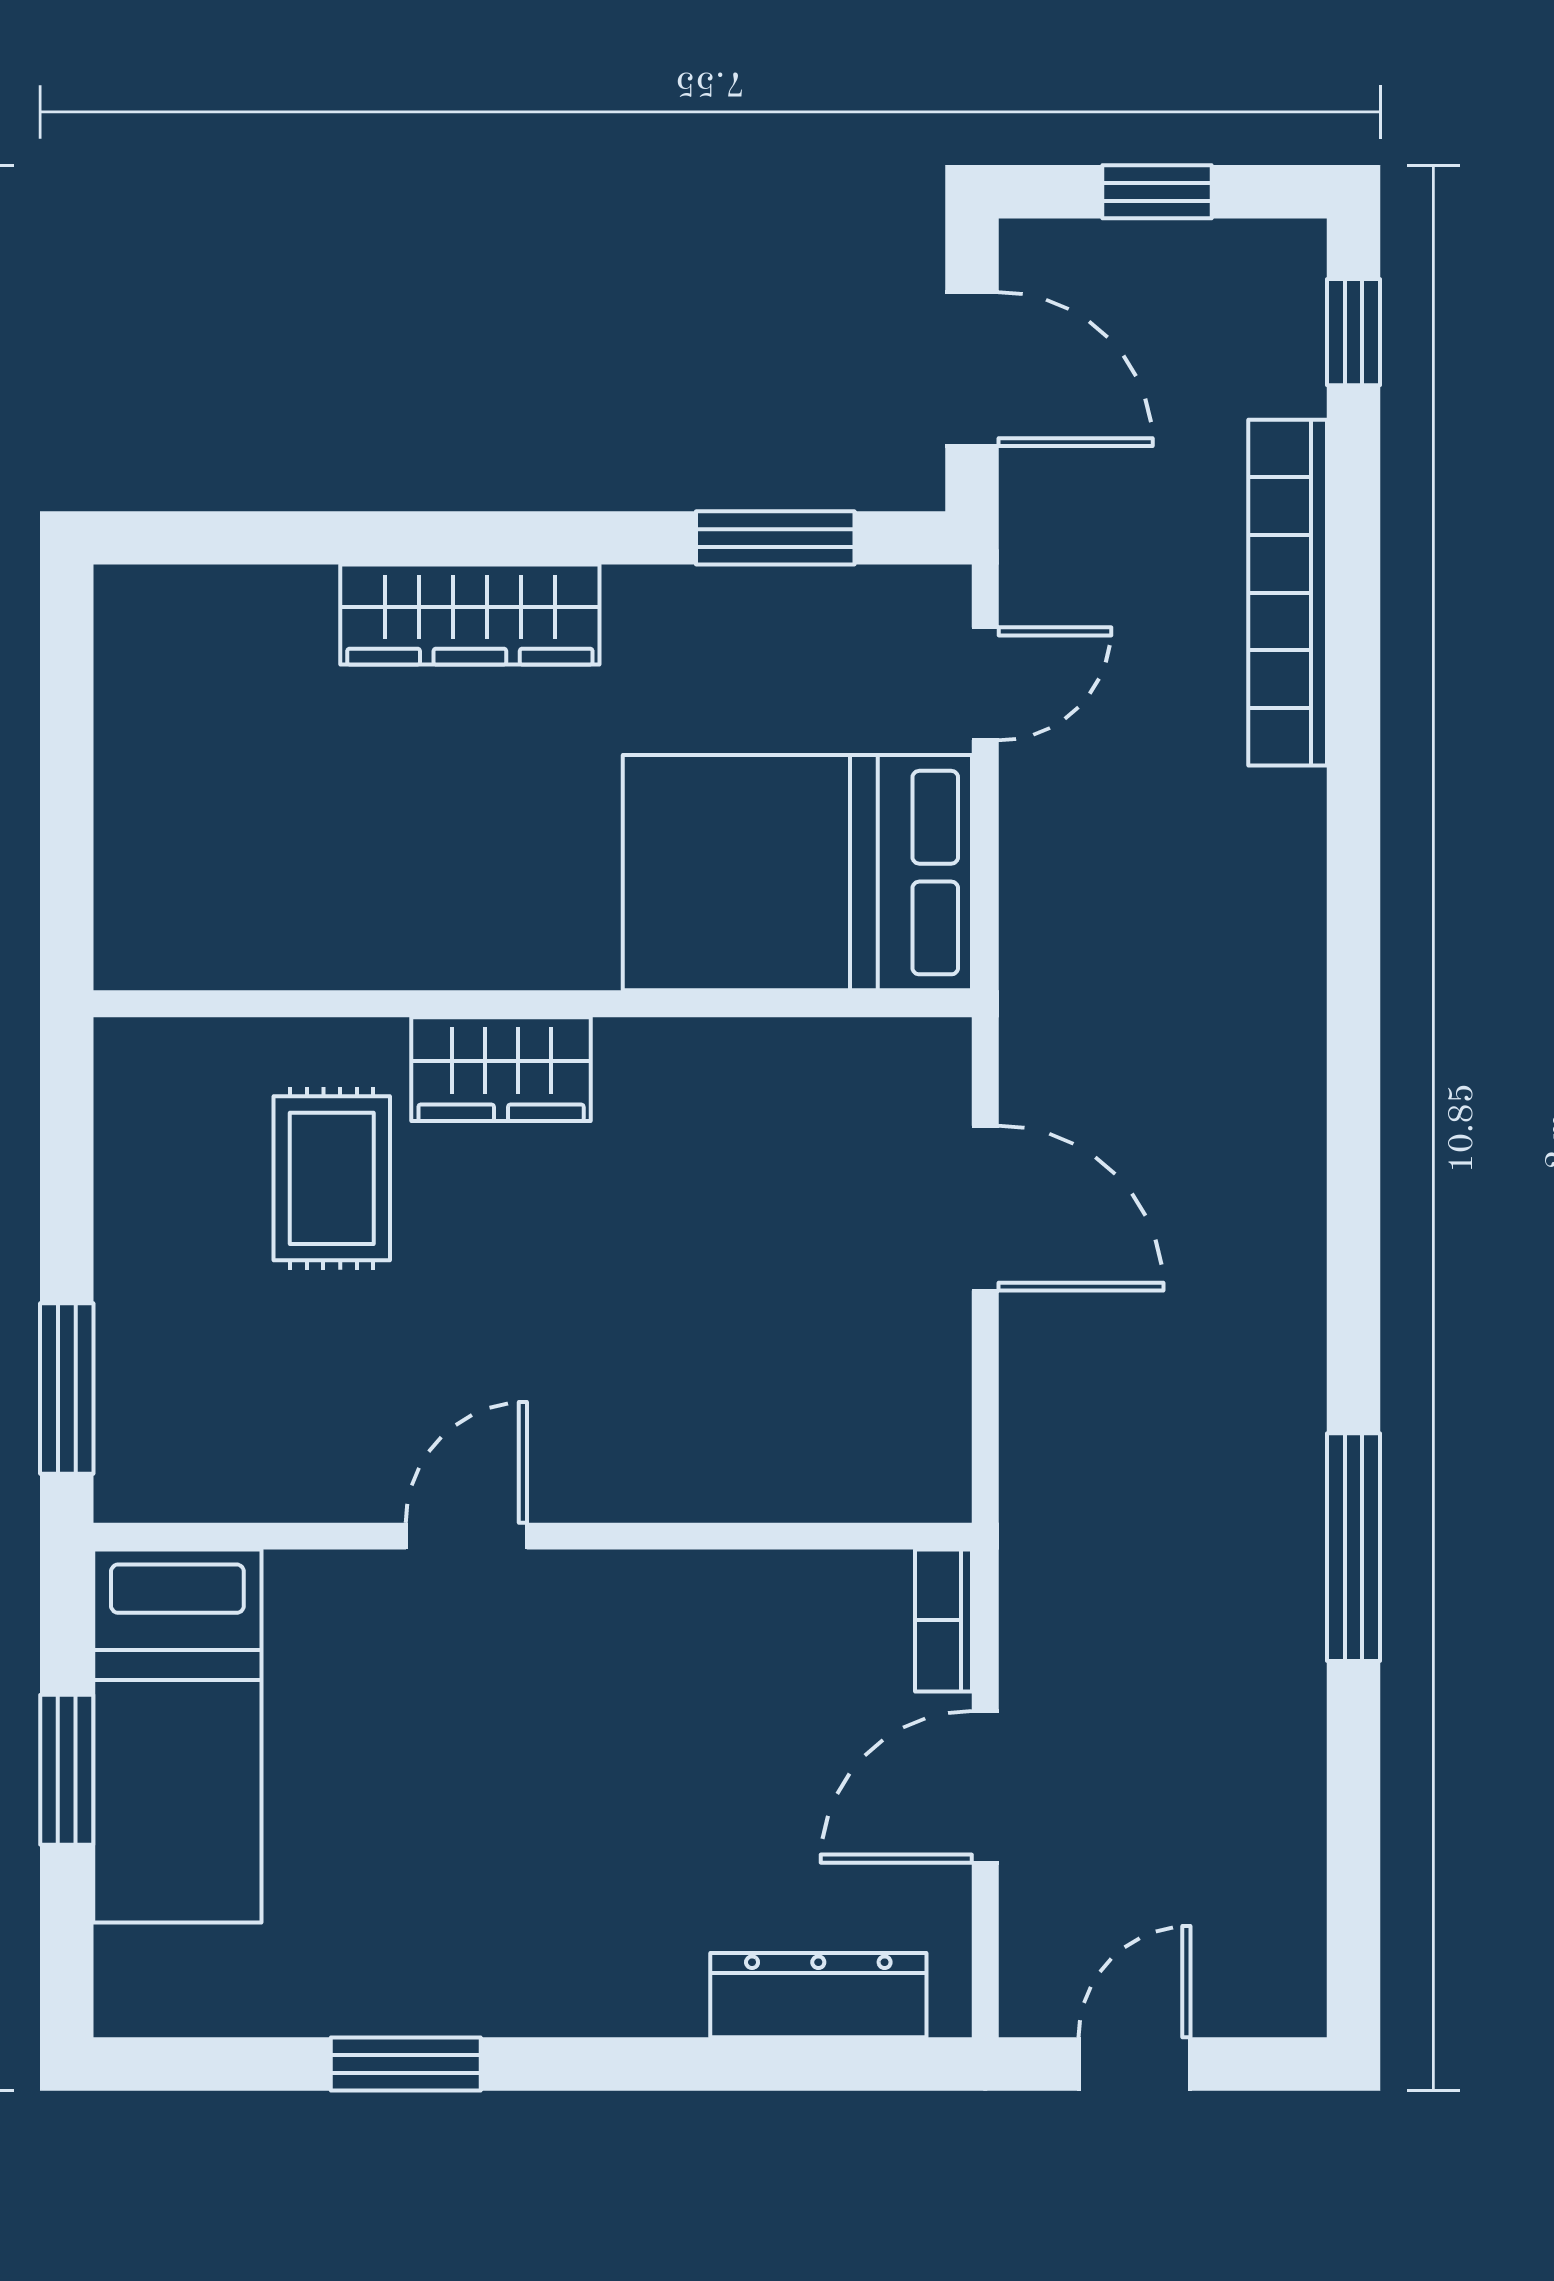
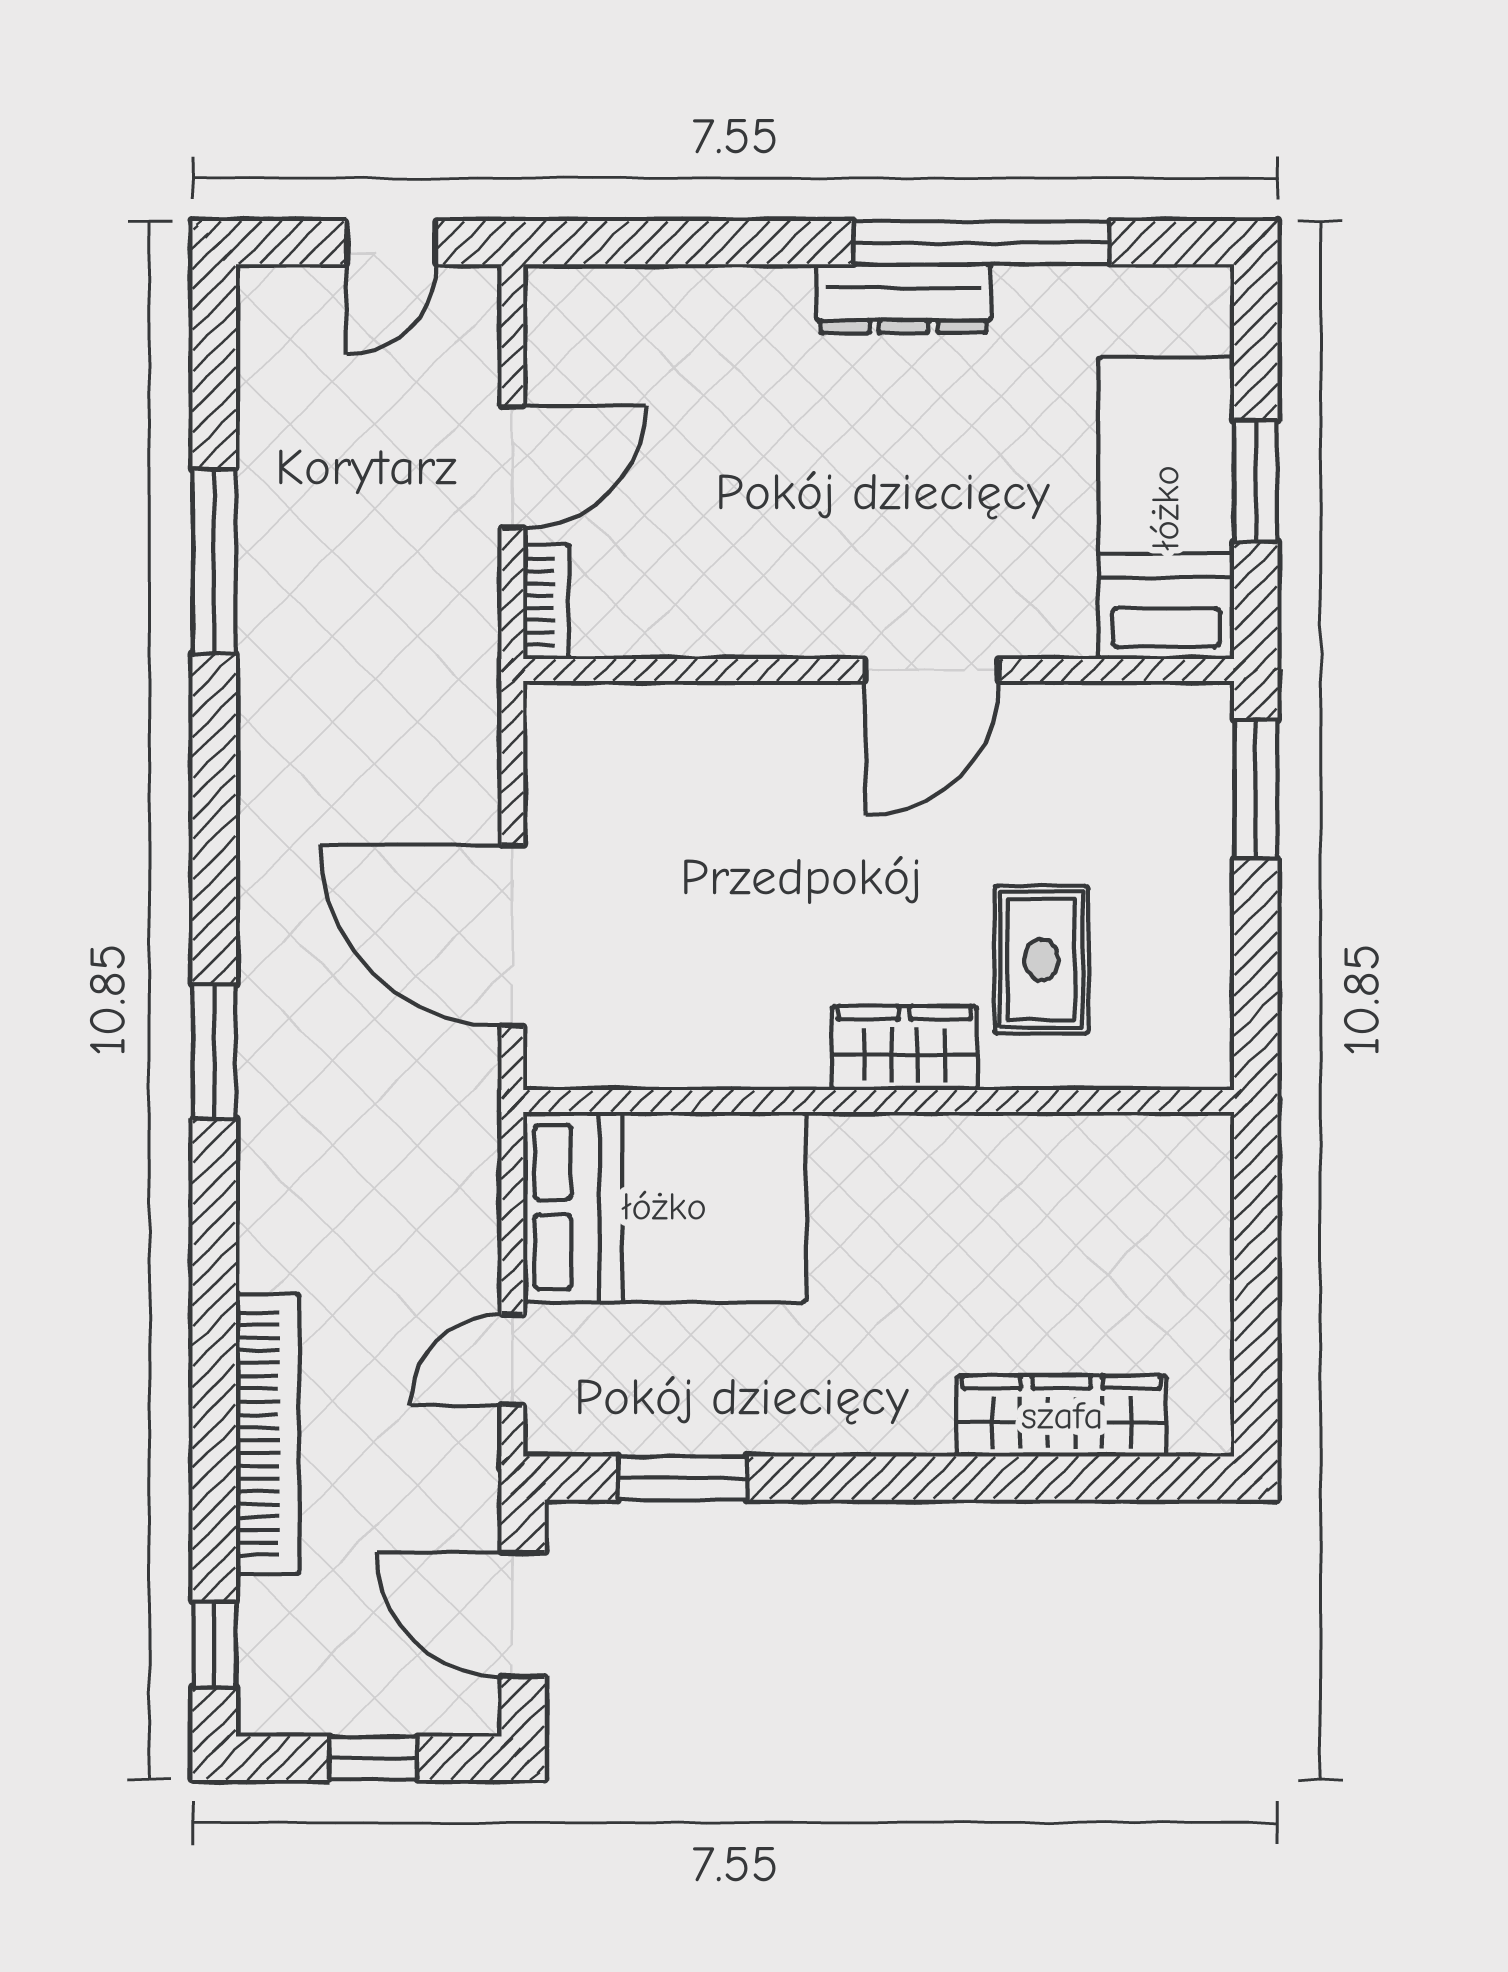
wardrobe: (470, 615) -> (1062, 1416), moved
window: (1353, 1065) -> (214, 1051), added
door: (985, 1208) -> (512, 936), width x1.36
door: (466, 1536) -> (932, 670), width x1.37
window: (1353, 1547) -> (214, 561), moved
dresser: (818, 1995) -> (904, 298), moved
window: (406, 2064) -> (981, 243), width x2.11

